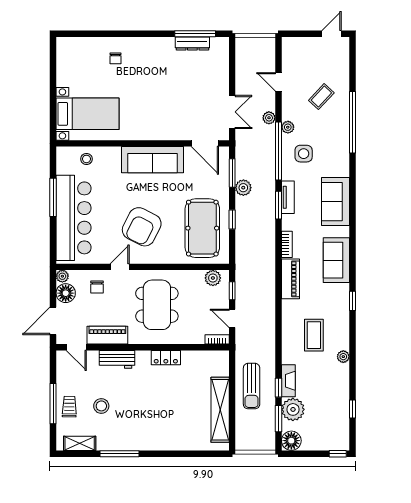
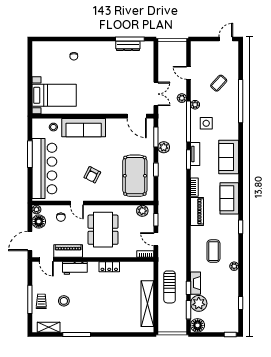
sofa: (152, 160) -> (84, 128), moved
armchair: (142, 227) -> (92, 175), width x0.53, depth x0.53
door: (120, 267) -> (77, 203), swing flipped

